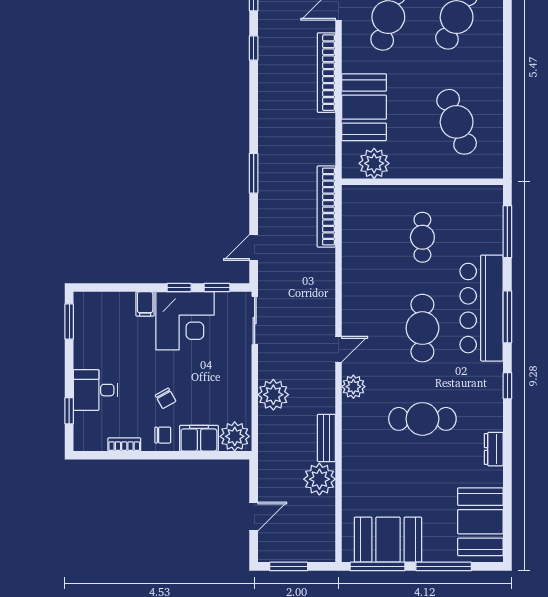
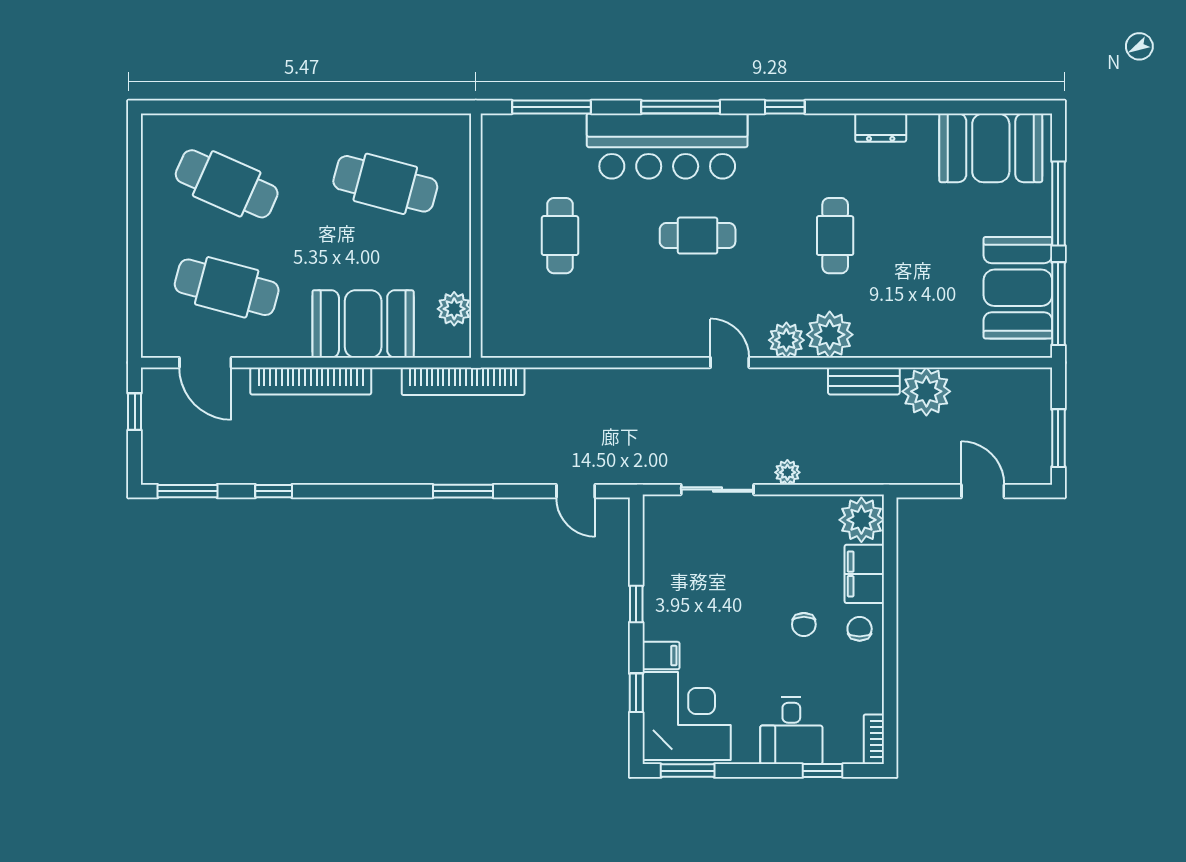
cafe table: (457, 122) -> (385, 184), turned 36
plant: (374, 163) -> (454, 309), width x0.73, depth x0.73
bookcase: (326, 207) -> (463, 381), moved
cafe table: (422, 237) -> (560, 236), turned 90
window: (217, 288) -> (636, 693), moved
corner desk: (185, 321) -> (687, 716), moved
sliding door: (255, 321) -> (717, 490), moved
cafe table: (422, 328) -> (698, 236), width x0.73, depth x0.74
plant: (273, 395) -> (787, 472), width x0.53, depth x0.53
chair: (166, 398) -> (804, 624), turned 119
plant: (357, 415) -> (830, 335), added
cafe table: (422, 419) -> (835, 236), width x0.73, depth x0.74
bookcase: (124, 445) -> (874, 739), moved

